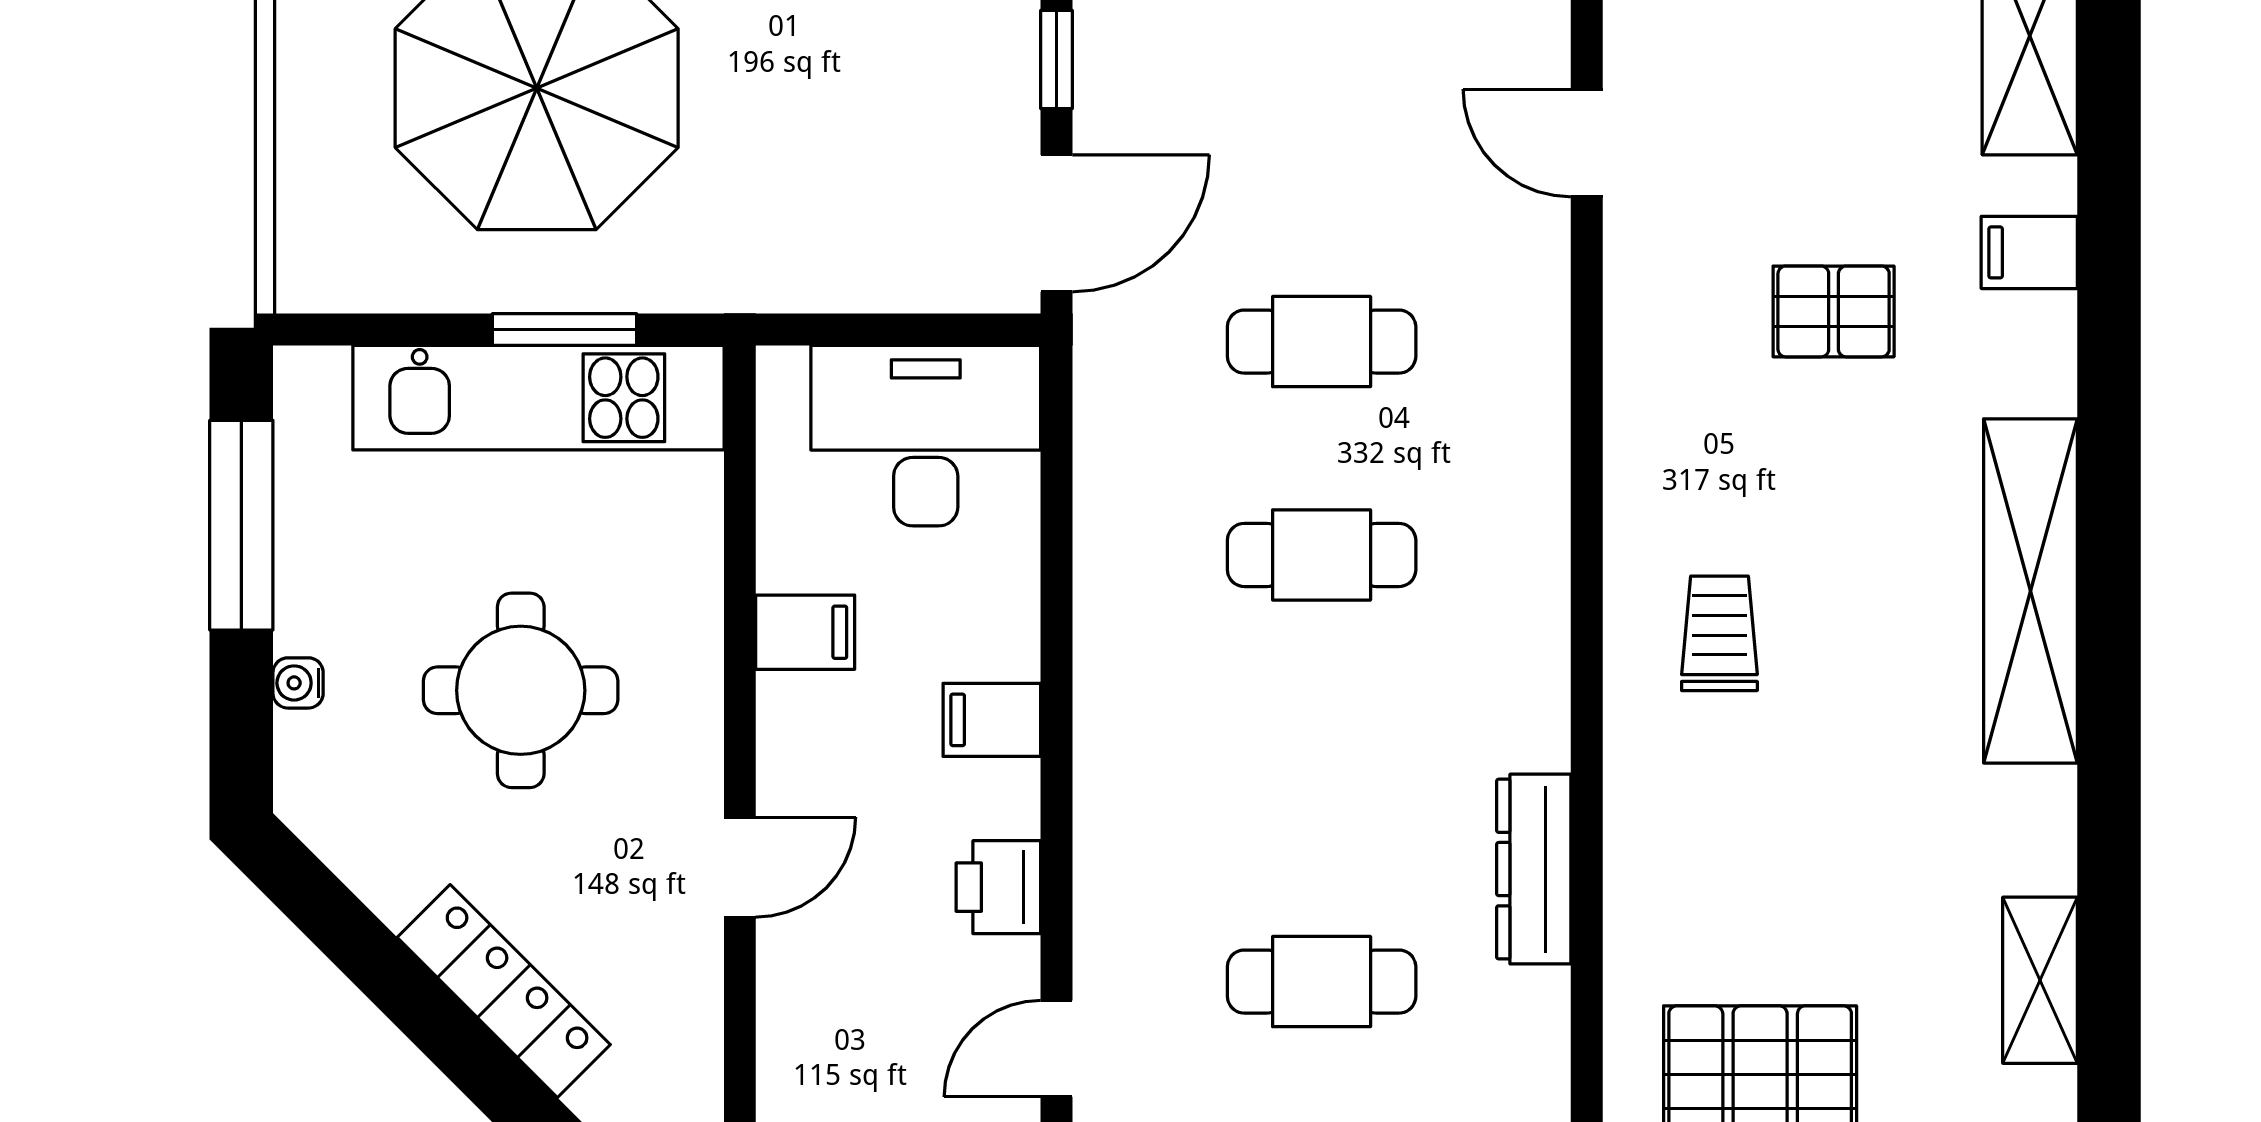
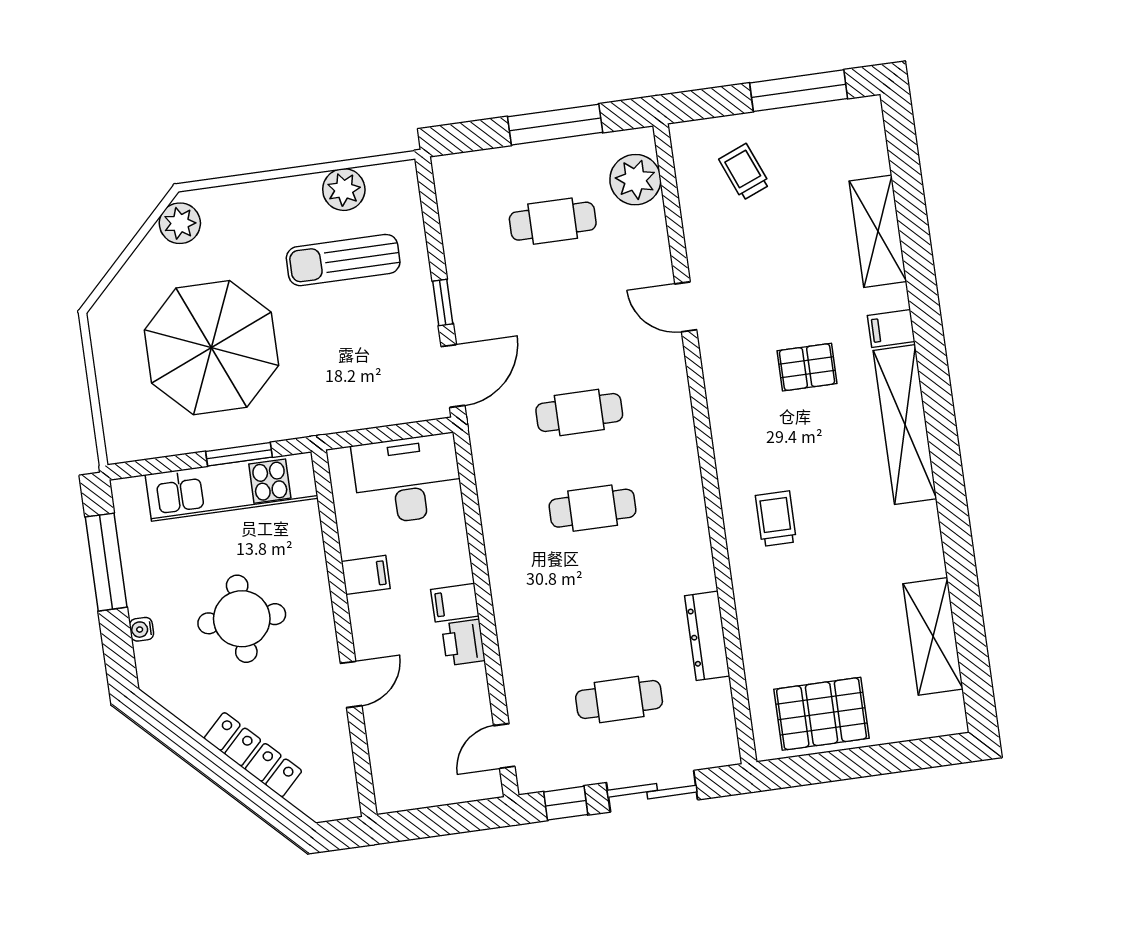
shelving: (2030, 591) -> (905, 425), moved
printer: (998, 887) -> (463, 642), moved
shelving: (2040, 980) -> (933, 636), width x1.50, depth x1.33

